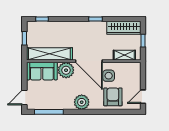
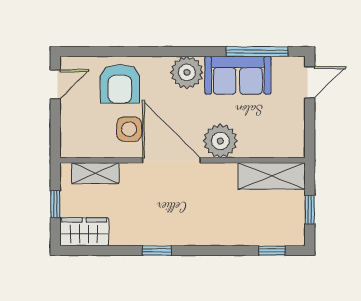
wardrobe: (124, 28) -> (84, 232), width x0.67
shelving: (49, 54) -> (272, 176), width x0.68
sofa: (42, 71) -> (238, 75), moved, turned 180

